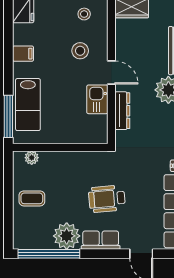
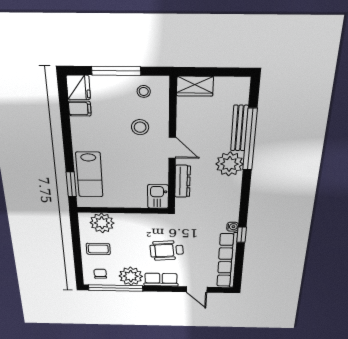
filing cabinet: (23, 54) -> (80, 109), moved
kitchen sink: (97, 99) -> (158, 196), moved
window: (8, 116) -> (71, 184), width x0.69
plant: (32, 158) -> (102, 223), width x1.87, depth x1.87
chair: (32, 233) -> (100, 274), added

